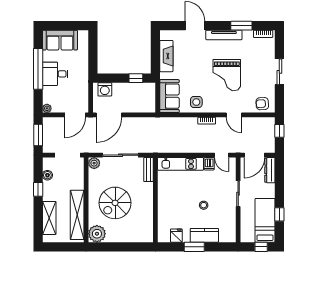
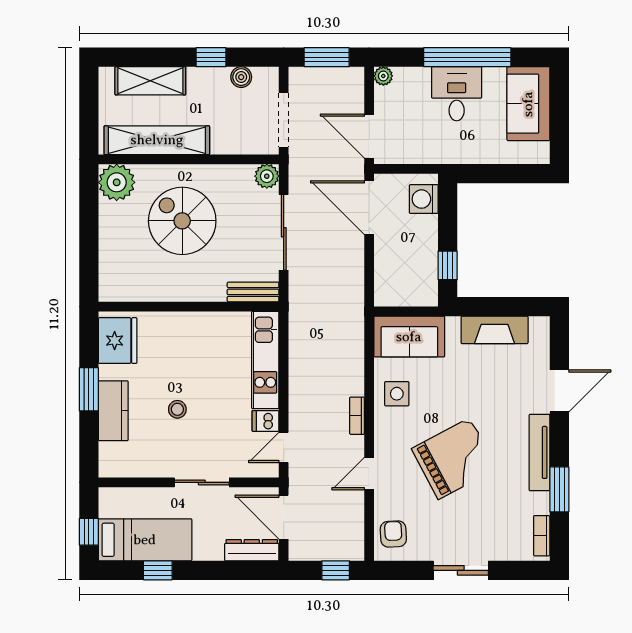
grand piano: (227, 75) -> (454, 459), turned 152
fridge: (176, 236) -> (118, 341), width x1.88, depth x1.34

